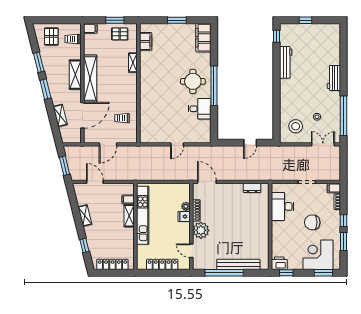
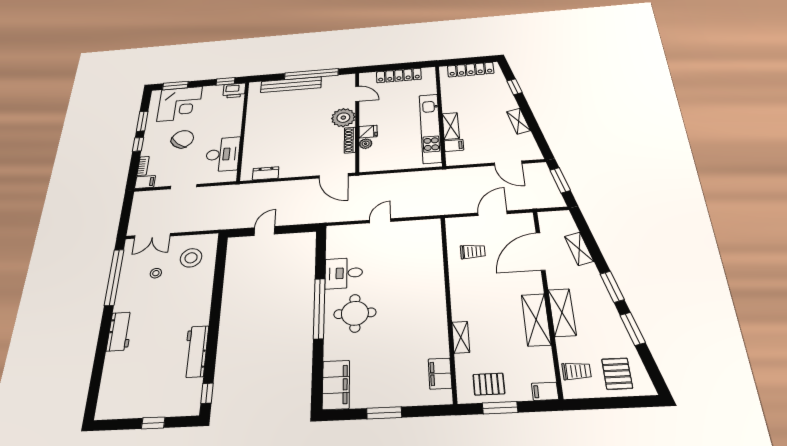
shelving: (90, 78) -> (536, 320), width x0.68
chair: (312, 222) -> (182, 139), turned -49

